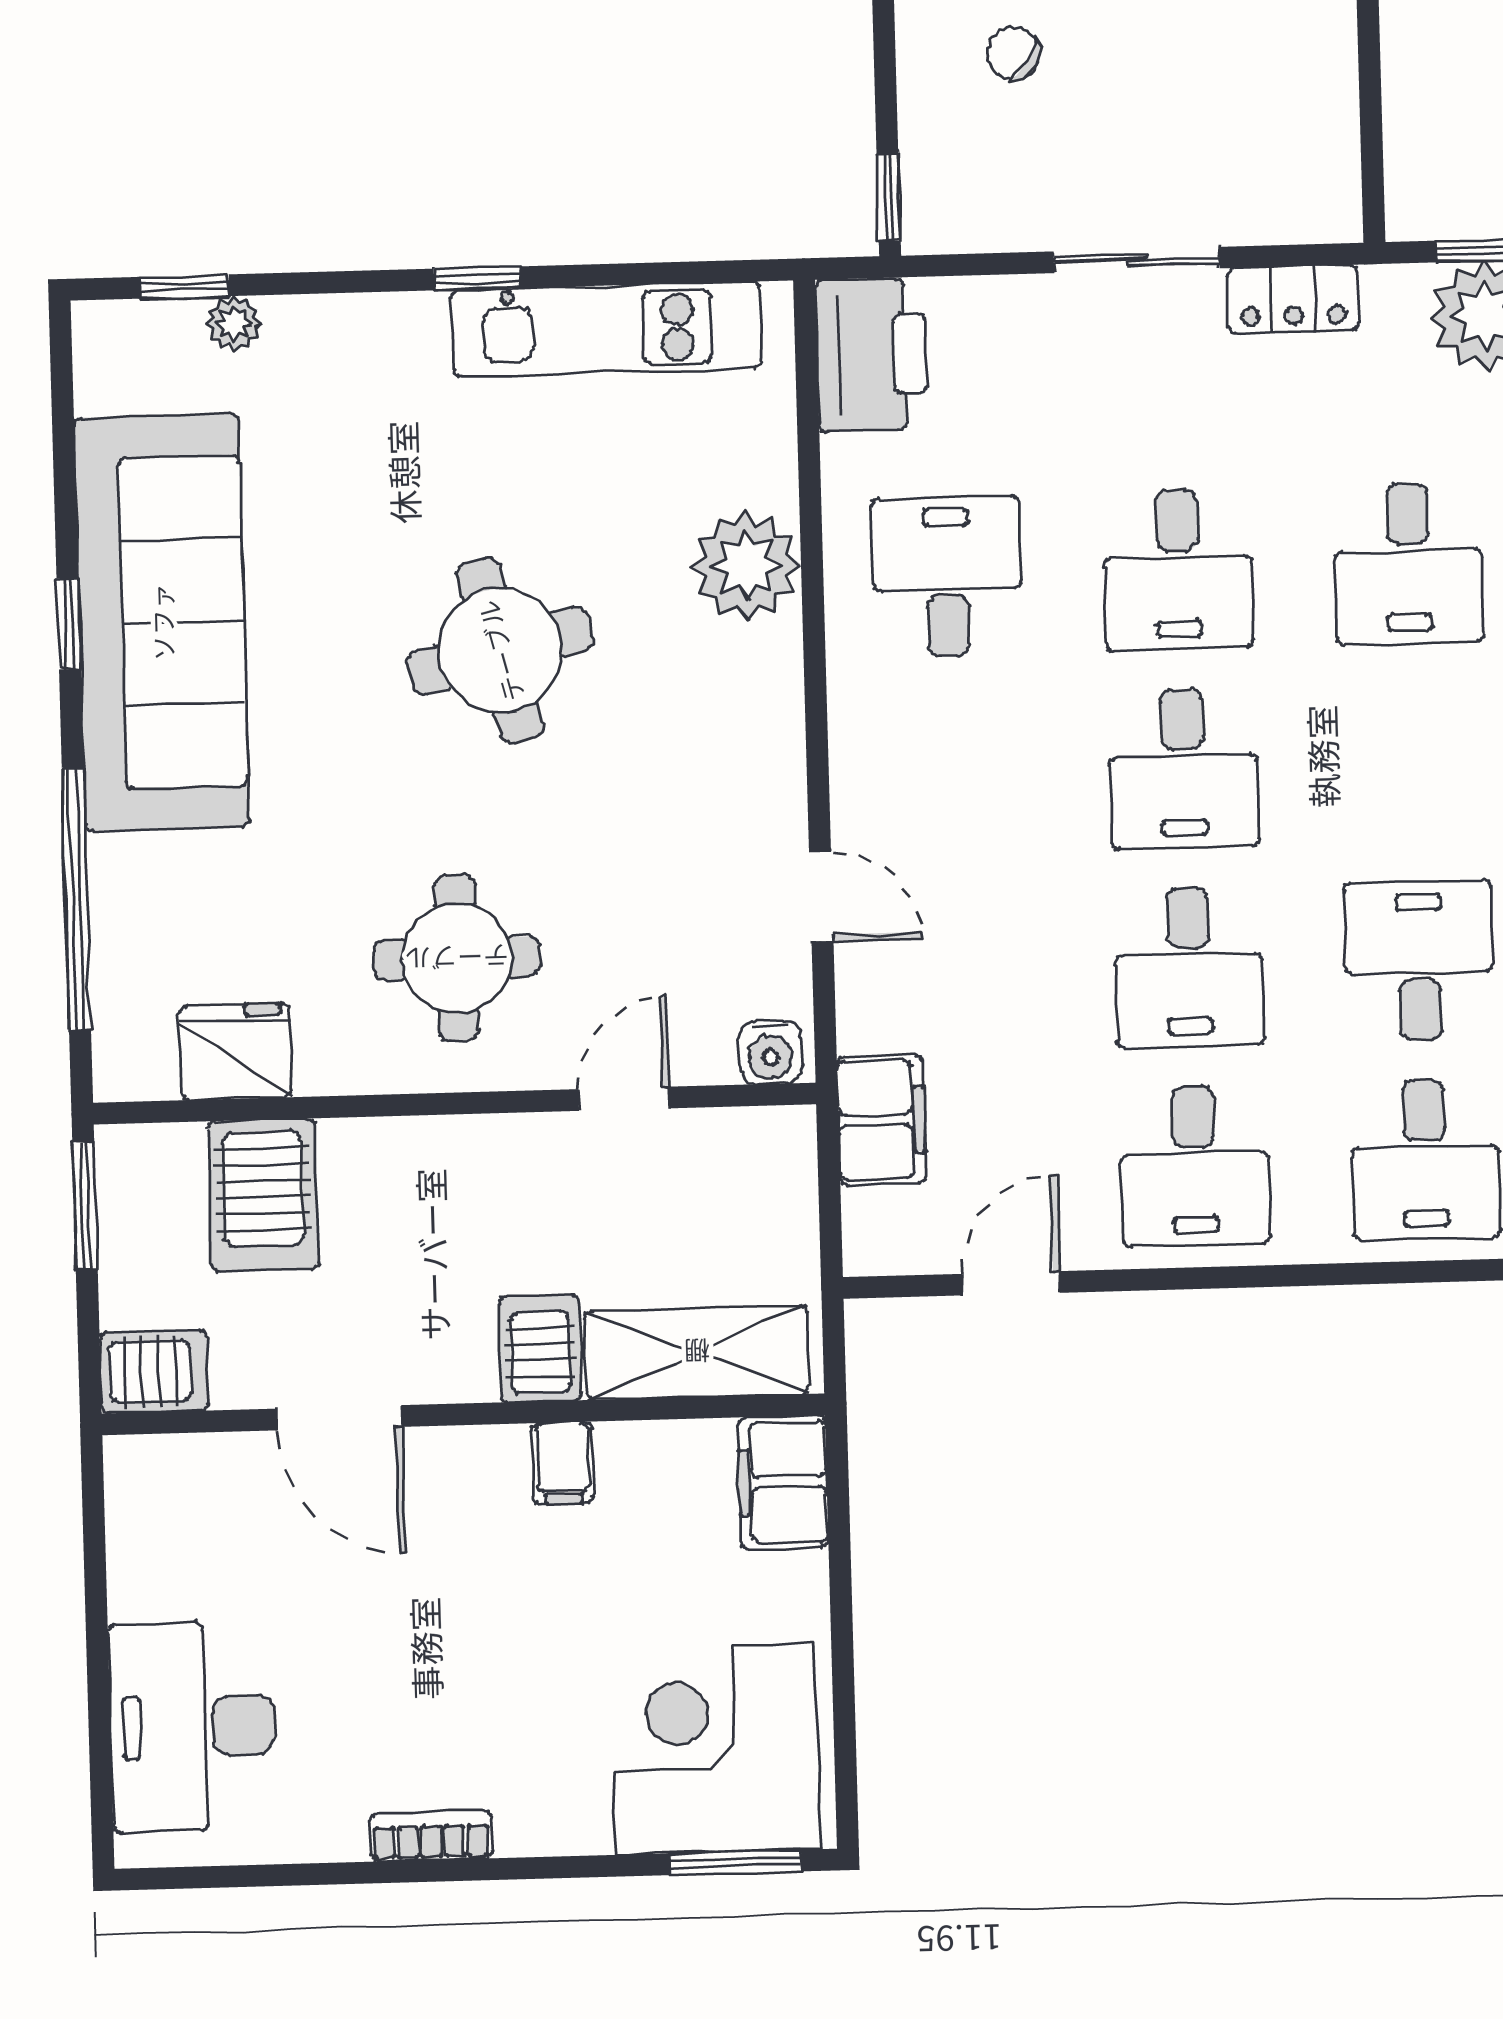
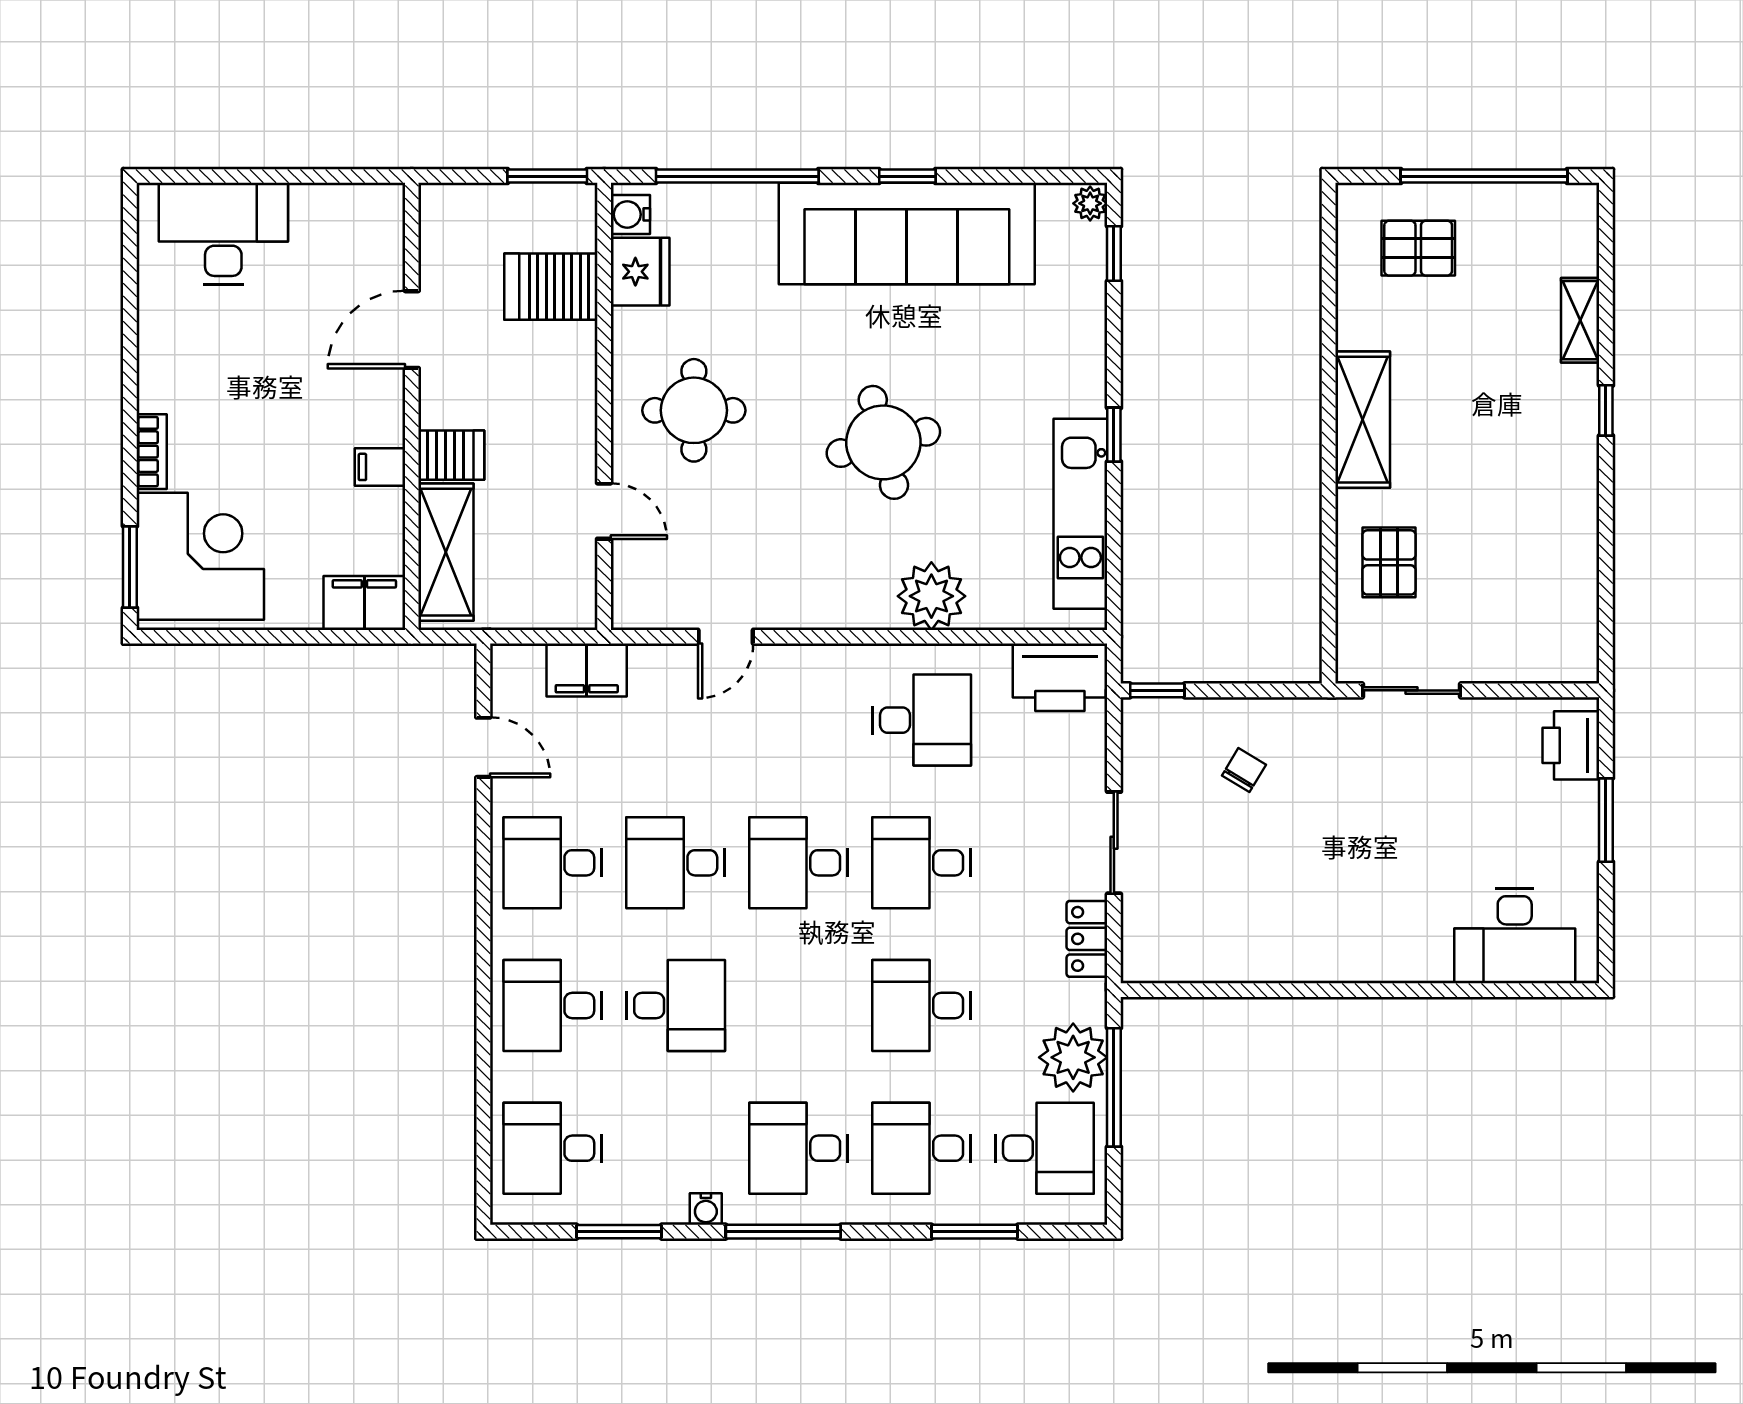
plant: (234, 324) -> (1090, 203), moved
water cooler: (771, 1052) -> (630, 214), moved
server rack: (154, 1371) -> (444, 216), removed
bookcase: (431, 1836) -> (152, 452), moved

